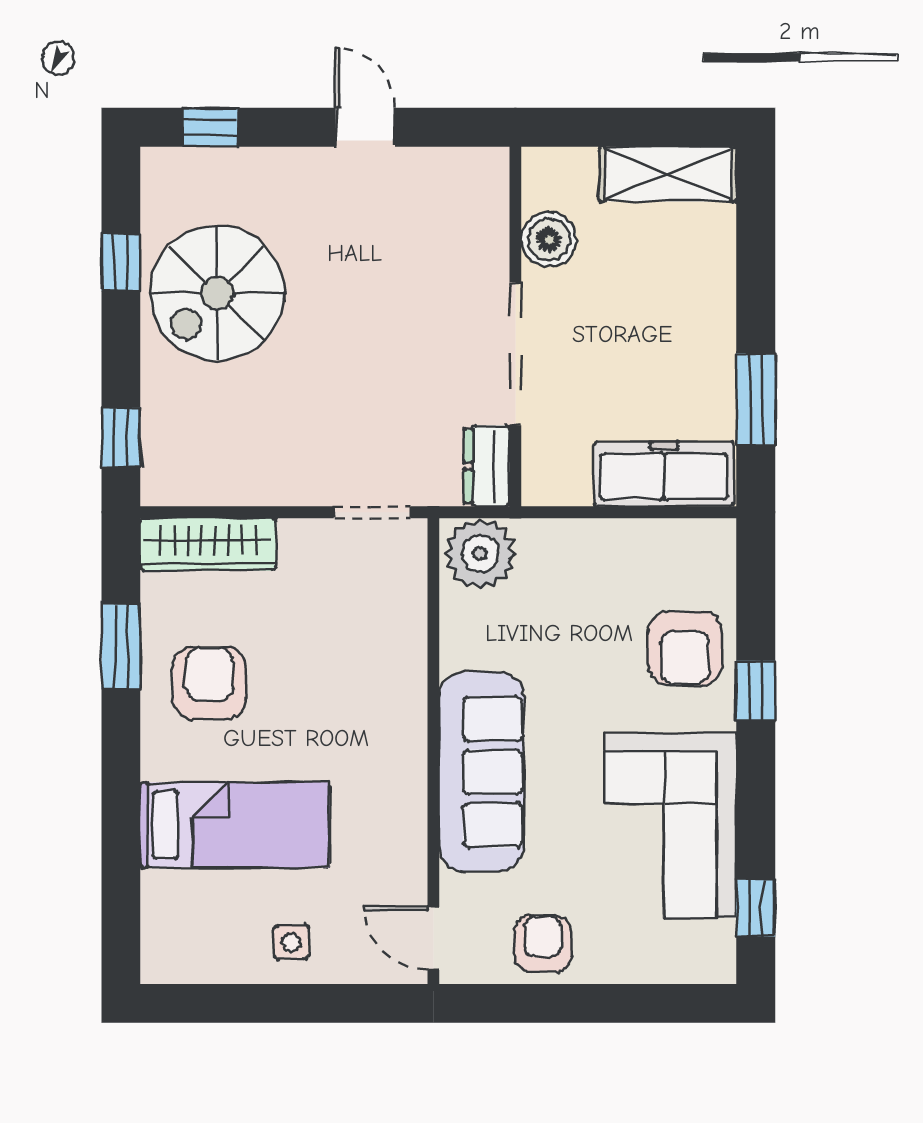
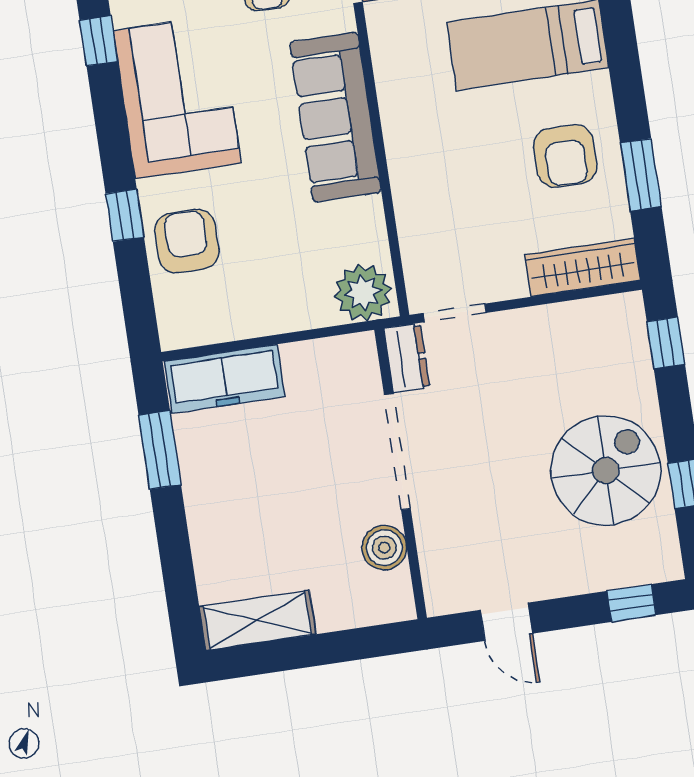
boiler: (549, 239) -> (384, 548), moved
wall: (515, 326) -> (401, 474), moved
doorway: (515, 354) -> (397, 452), moved
dresser: (487, 466) -> (407, 358), moved

